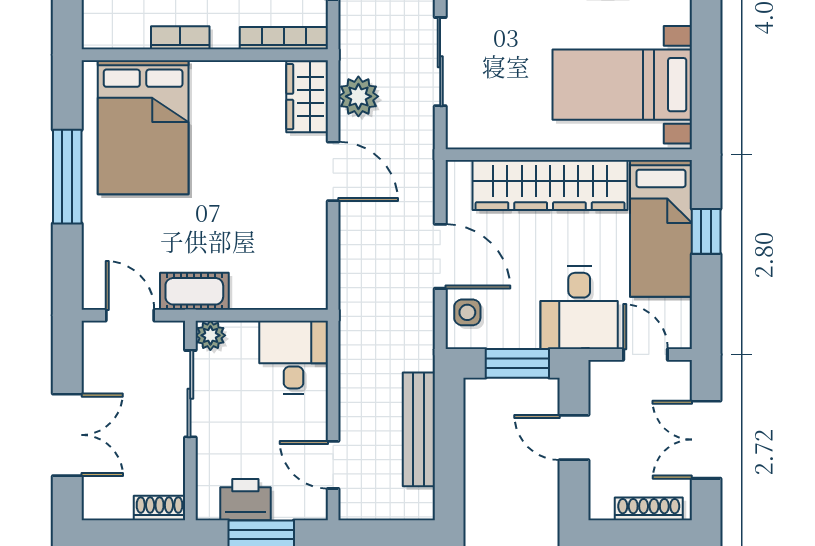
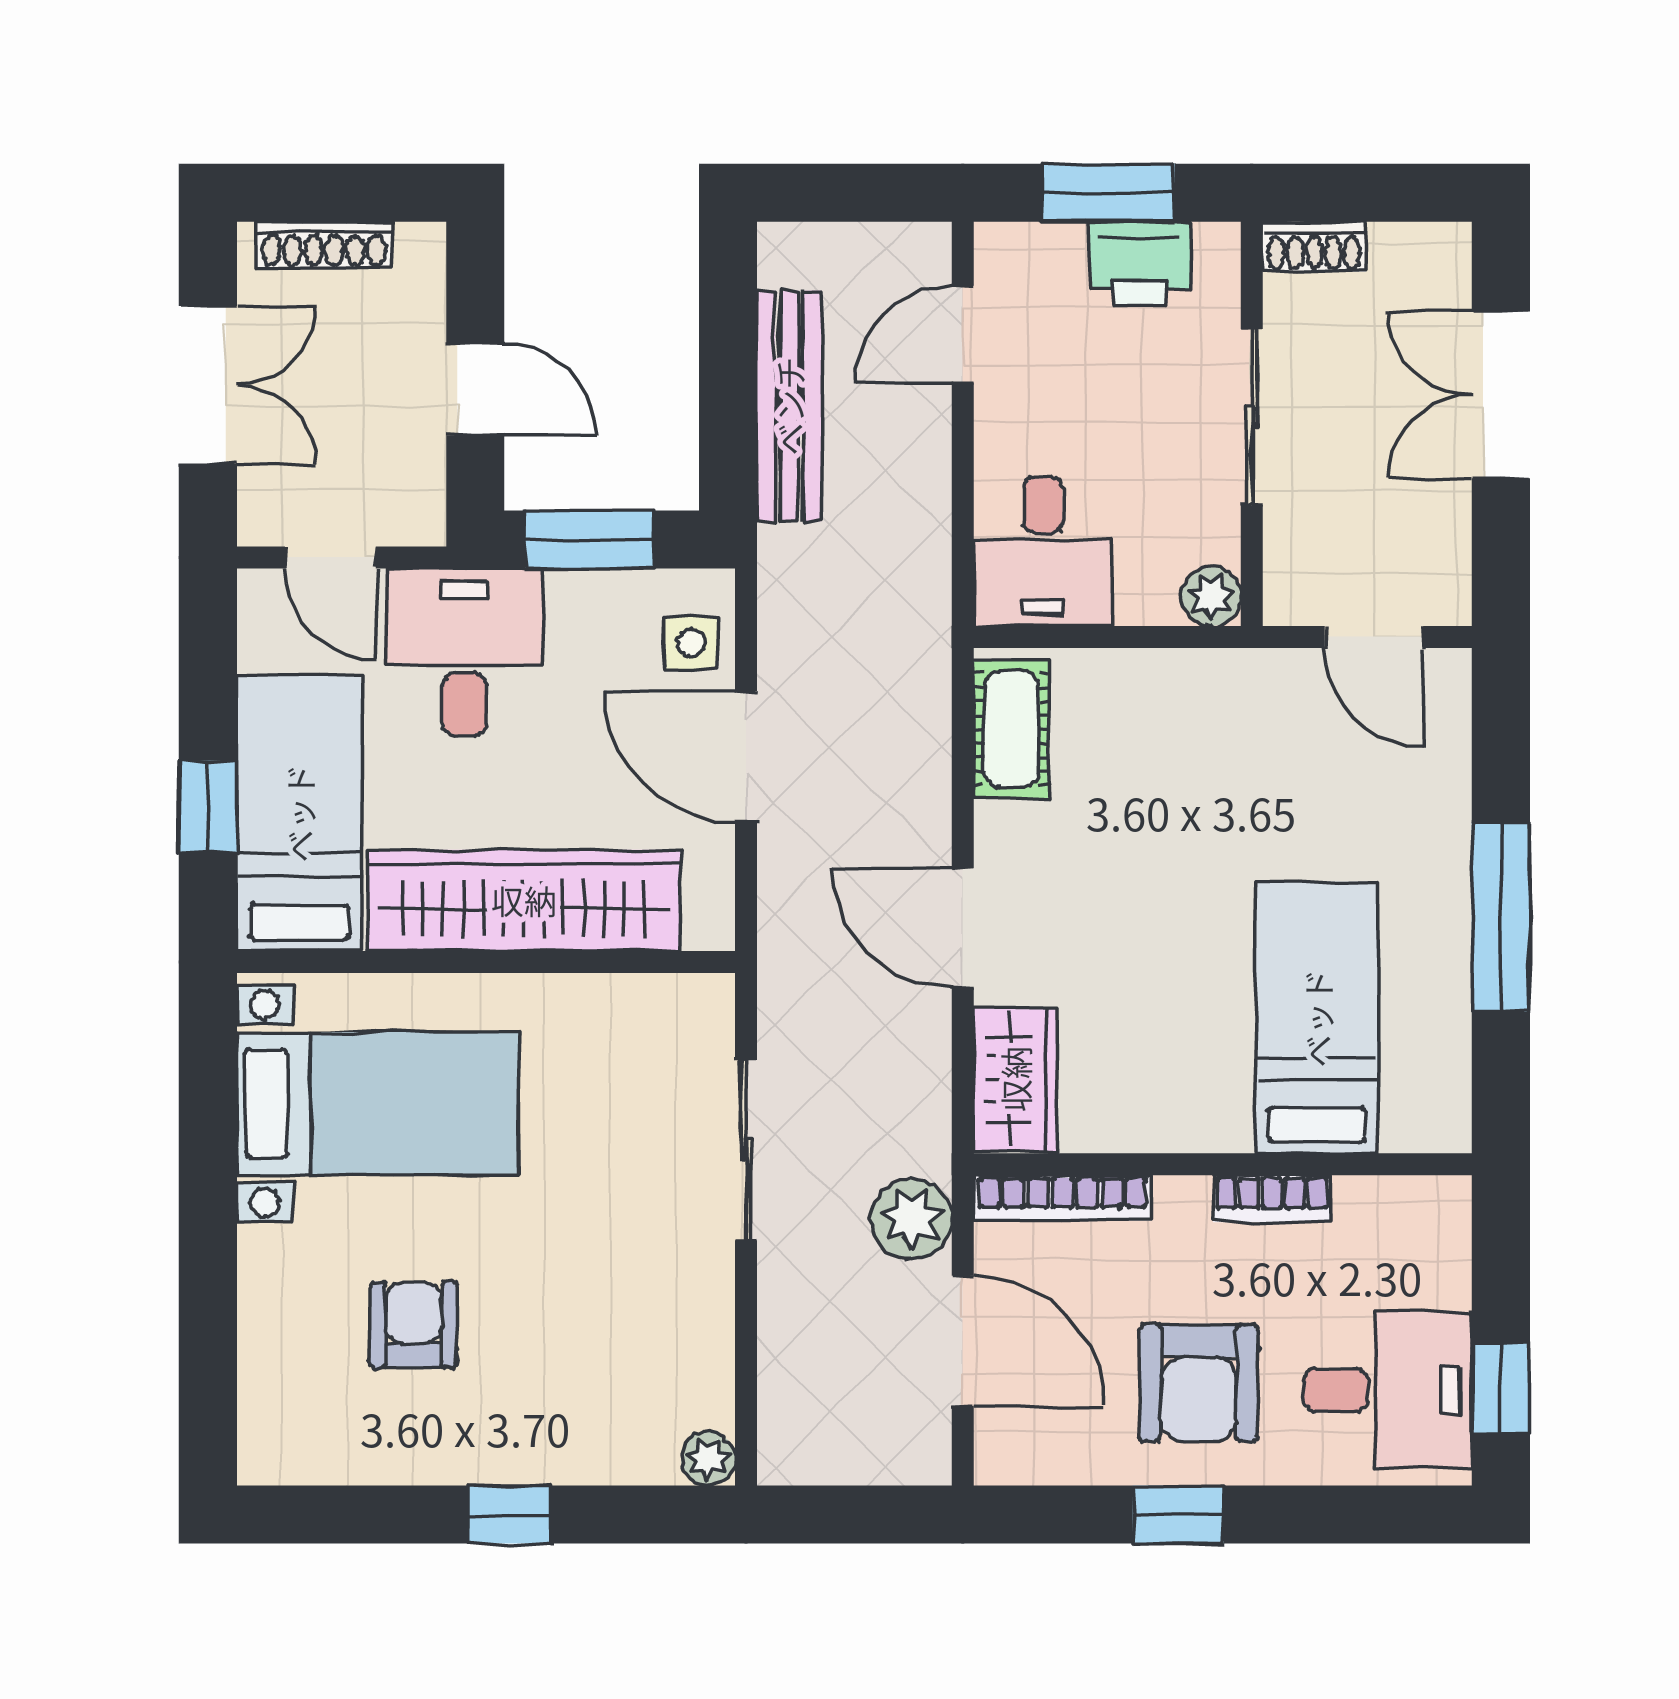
plant: (358, 96) -> (911, 1219), moved
bed: (143, 127) -> (1317, 1018), width x0.67
cot: (194, 291) -> (1011, 729), moved, turned 90
sliding door: (190, 394) -> (1252, 417), moved
door: (333, 465) -> (963, 334), swing flipped

